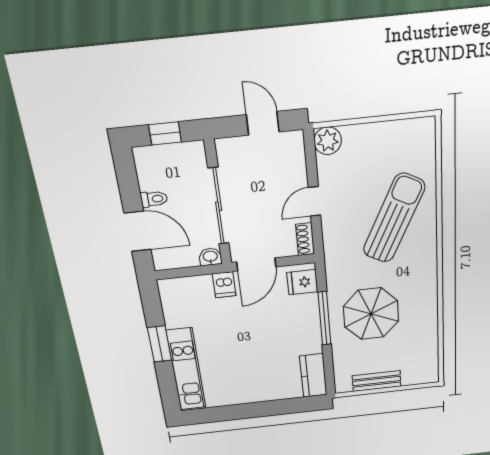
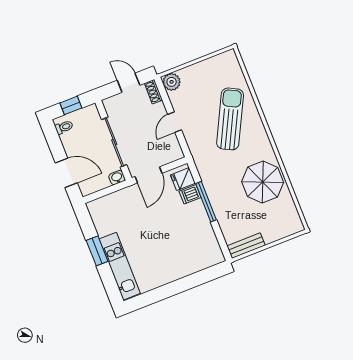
toilet: (154, 199) -> (64, 127), moved
shoe rack: (305, 239) -> (153, 92), moved
dishwasher: (224, 285) -> (190, 194), moved, turned 90
parasol: (371, 314) -> (263, 182), moved
kitchen counter: (313, 375) -> (211, 248), removed
bench: (377, 381) -> (246, 246), moved

